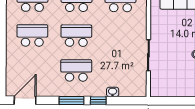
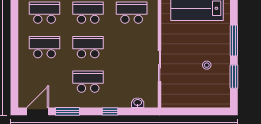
washbasin: (113, 92) -> (138, 103), moved
window: (72, 100) -> (68, 111), moved

